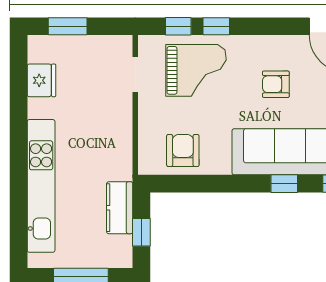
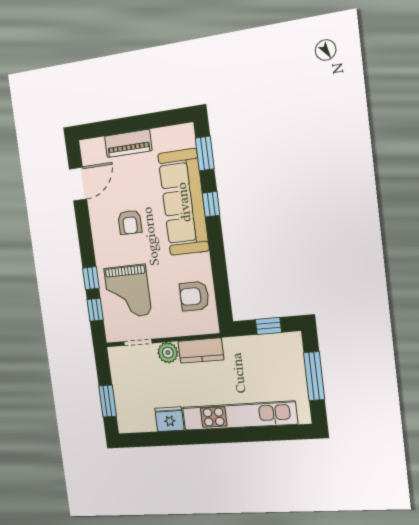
grand piano: (196, 70) -> (128, 292), turned 180
fridge: (41, 80) -> (169, 419), moved
plant: (120, 110) -> (168, 353), added
kitchen counter: (120, 208) -> (201, 351), moved

